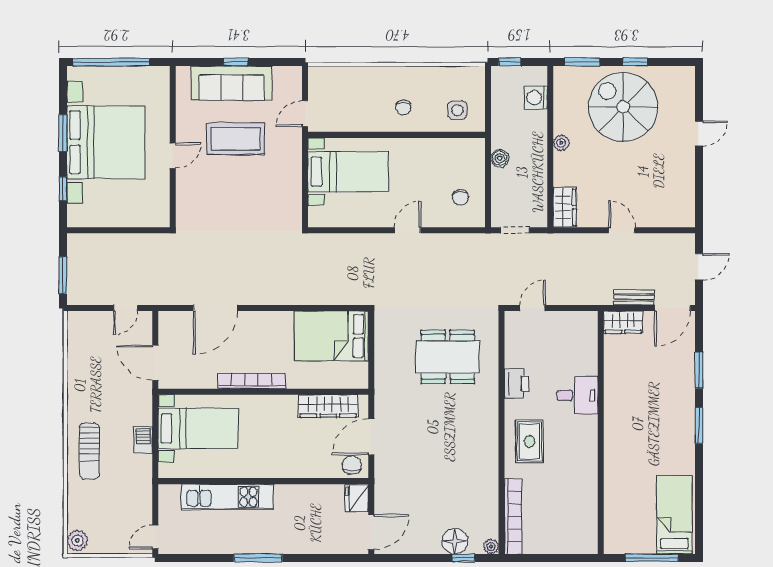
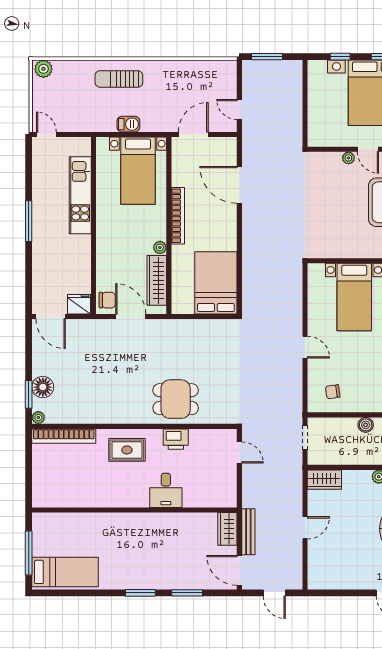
plant: (183, 179) -> (348, 158), added
bench: (634, 297) -> (248, 532), width x1.36
dining table: (448, 357) -> (176, 399), moved, width x0.73
plant: (289, 402) -> (160, 247), added
window: (463, 558) -> (29, 394), width x1.50

